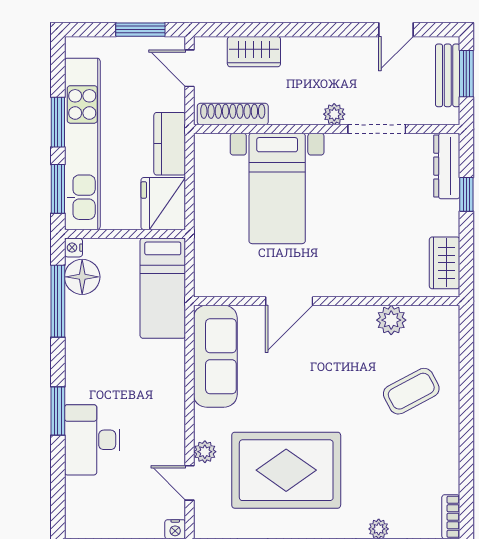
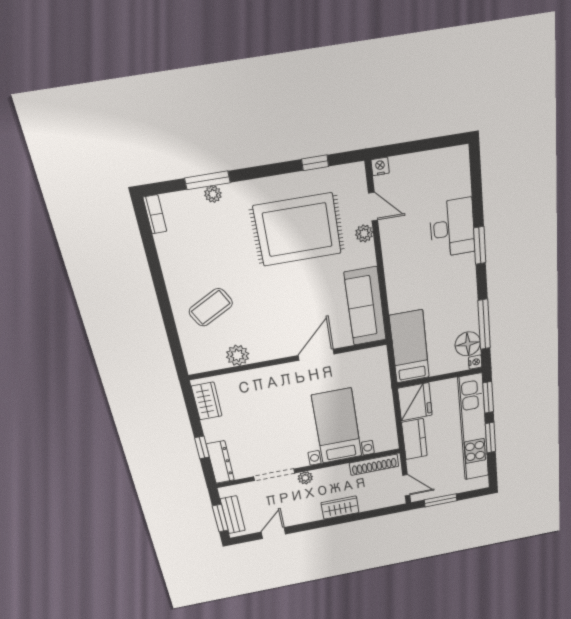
wardrobe: (254, 52) -> (340, 508), moved

